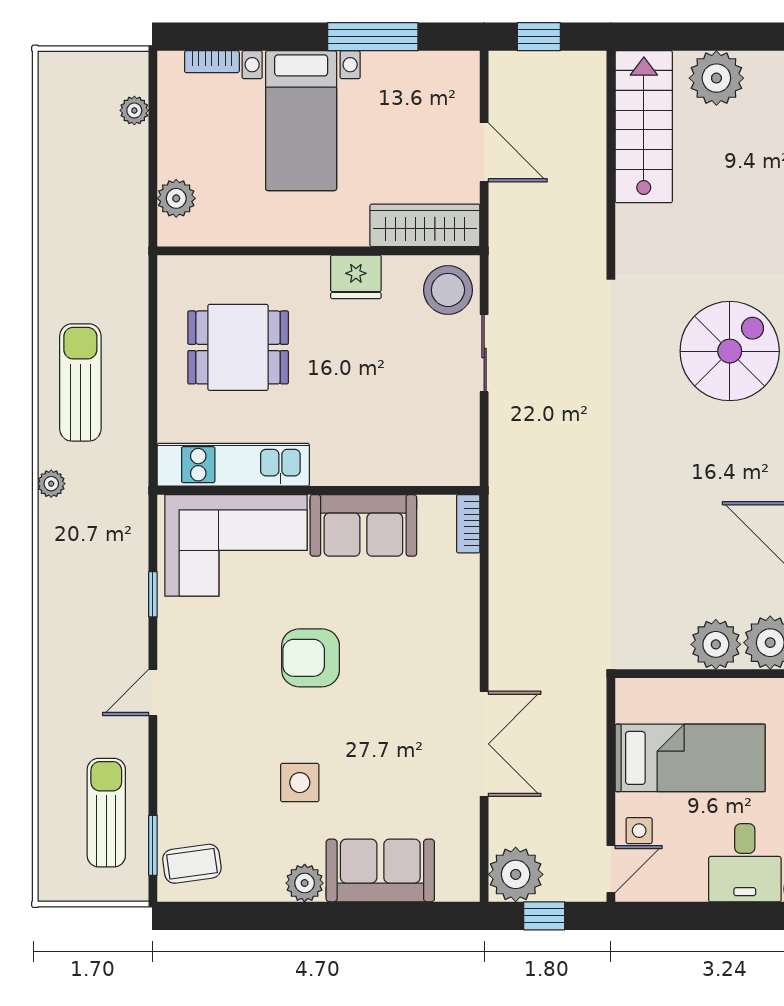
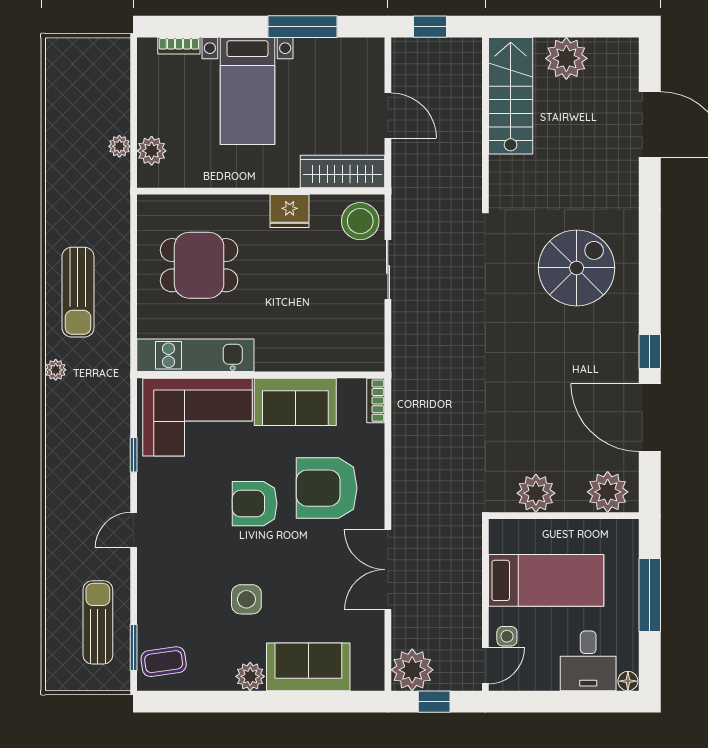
plant: (134, 110) -> (119, 146), moved
sun lounger: (80, 382) -> (78, 292), turned 180
armchair: (404, 638) -> (327, 488), added
plant: (716, 644) -> (536, 493), moved
double door: (484, 744) -> (388, 570), swing flipped

